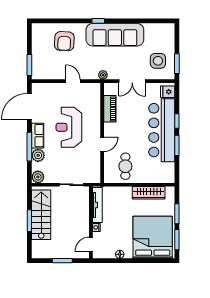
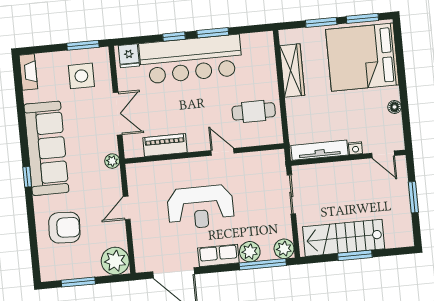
fireplace: (164, 28) -> (28, 72), added
window: (29, 65) -> (78, 282), moved
plant: (40, 71) -> (115, 261), added
window: (29, 147) -> (263, 264), moved

